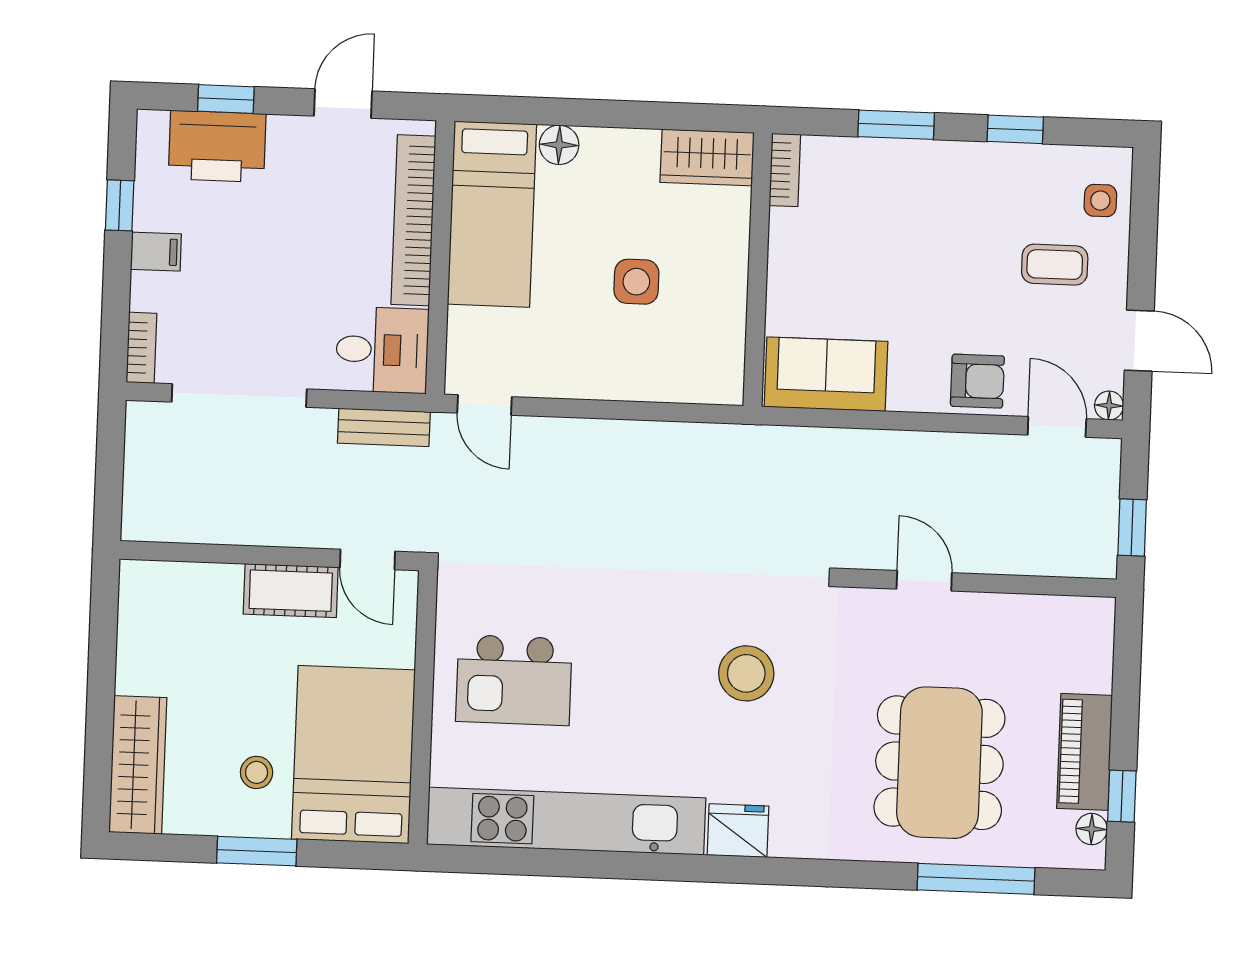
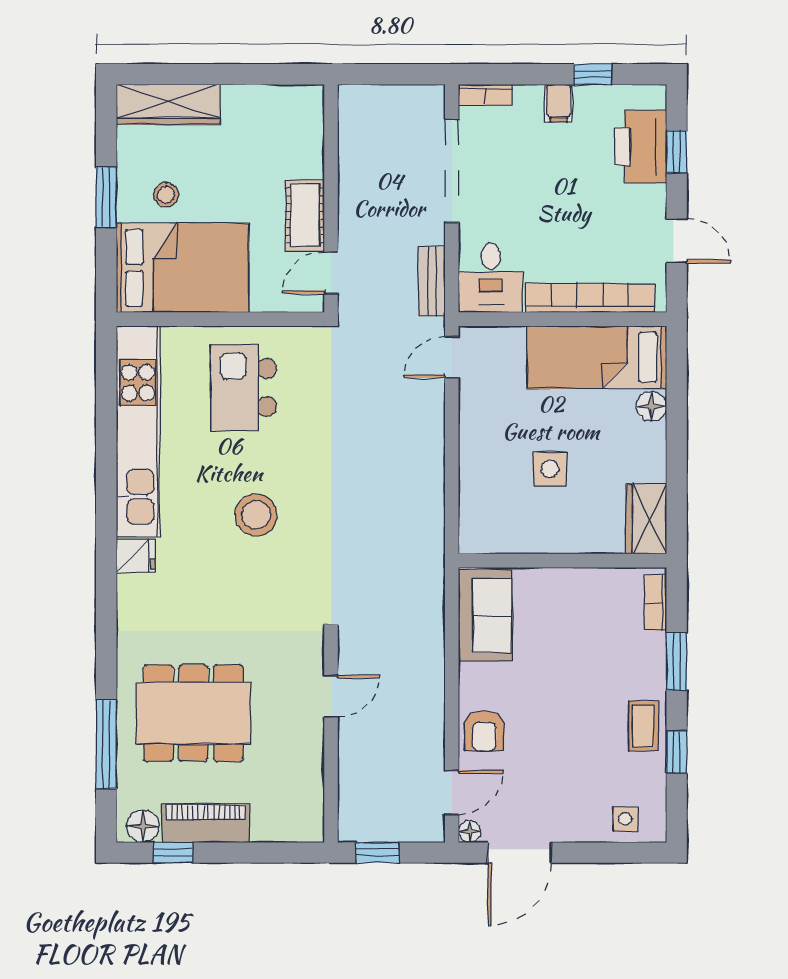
bookcase: (785, 170) -> (655, 603), moved, turned 90
coffee table: (1055, 265) -> (643, 726), moved
door: (1139, 341) -> (520, 853), width x1.38
stool: (746, 673) -> (256, 515), moved
floor lamp: (1092, 829) -> (143, 826), width x1.37, depth x1.37
fridge: (738, 831) -> (136, 556), width x0.72

